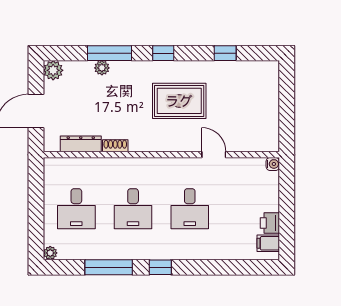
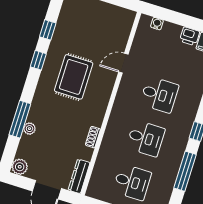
window: (163, 53) -> (38, 60), moved
dresser: (81, 144) -> (79, 176), moved
water cooler: (273, 164) -> (157, 24), moved

